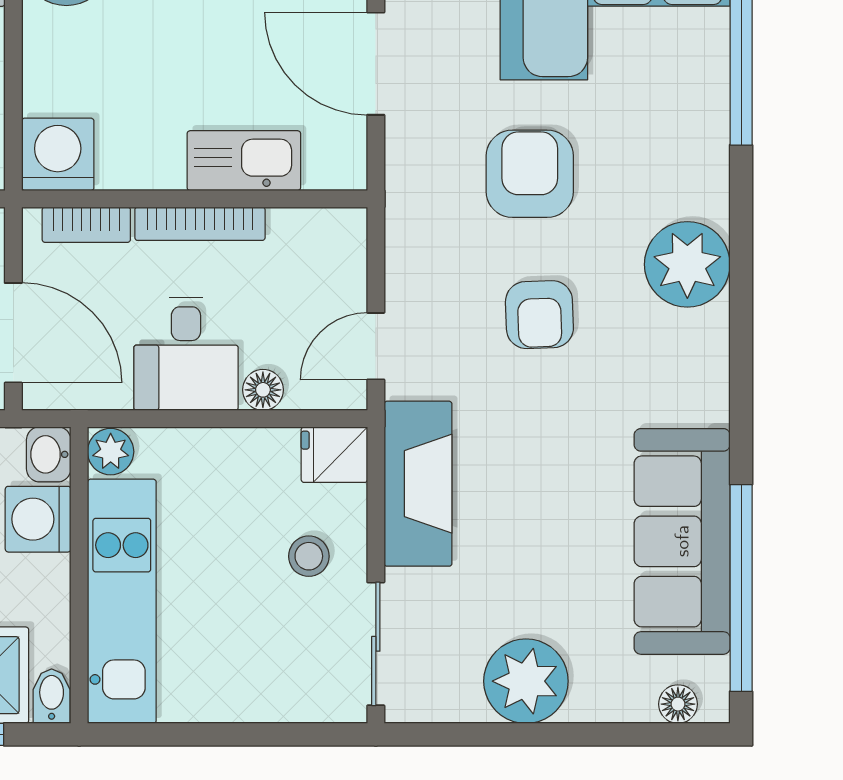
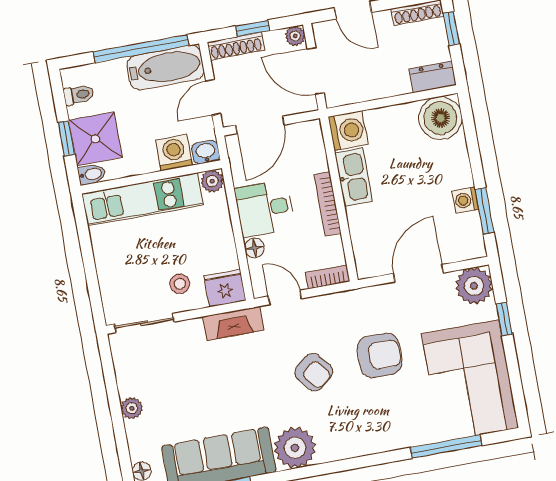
kitchen sink: (244, 161) -> (354, 177), moved
bookcase: (86, 225) -> (327, 277), moved, turned 90
plant: (687, 264) -> (295, 448), moved
armchair: (539, 315) -> (314, 372), turned -127
fridge: (334, 455) -> (225, 288), width x1.38
fireplace: (418, 484) -> (233, 323), width x0.73, depth x0.76
plant: (526, 681) -> (132, 408), width x0.53, depth x0.53

